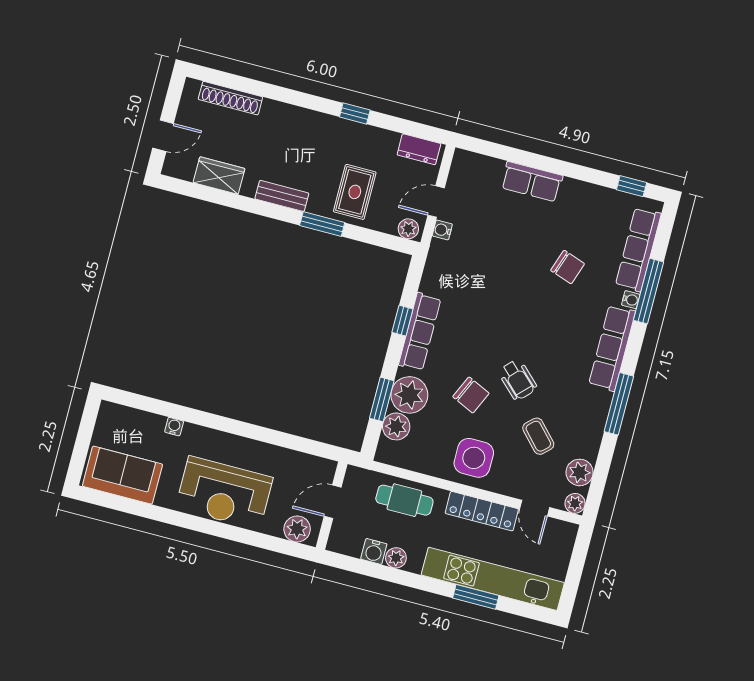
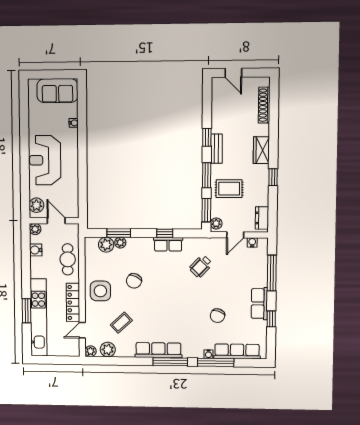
window: (517, 156) -> (272, 273), added
wardrobe: (219, 176) -> (261, 150), moved, turned 180
row of seats: (532, 182) -> (259, 304), moved
window: (632, 186) -> (271, 319), moved
door: (436, 202) -> (235, 235), swing flipped
window: (258, 207) -> (207, 137), added
water cooler: (442, 230) -> (252, 242), moved
window: (381, 240) -> (206, 210), added
row of seats: (420, 332) -> (168, 244), width x0.68
row of seats: (612, 348) -> (158, 350), moved
wheelchair: (518, 380) -> (201, 266), moved
plant: (409, 395) -> (120, 243), width x0.53, depth x0.53
window: (619, 404) -> (170, 362), moved
sofa: (122, 475) -> (57, 91), moved, turned 90
plant: (396, 558) -> (35, 229), moved

